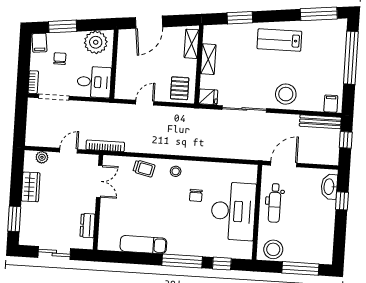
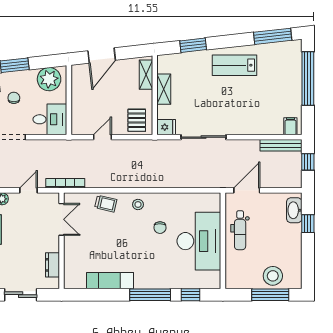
stool: (286, 94) -> (244, 119), removed
stool: (273, 249) -> (273, 276), moved

